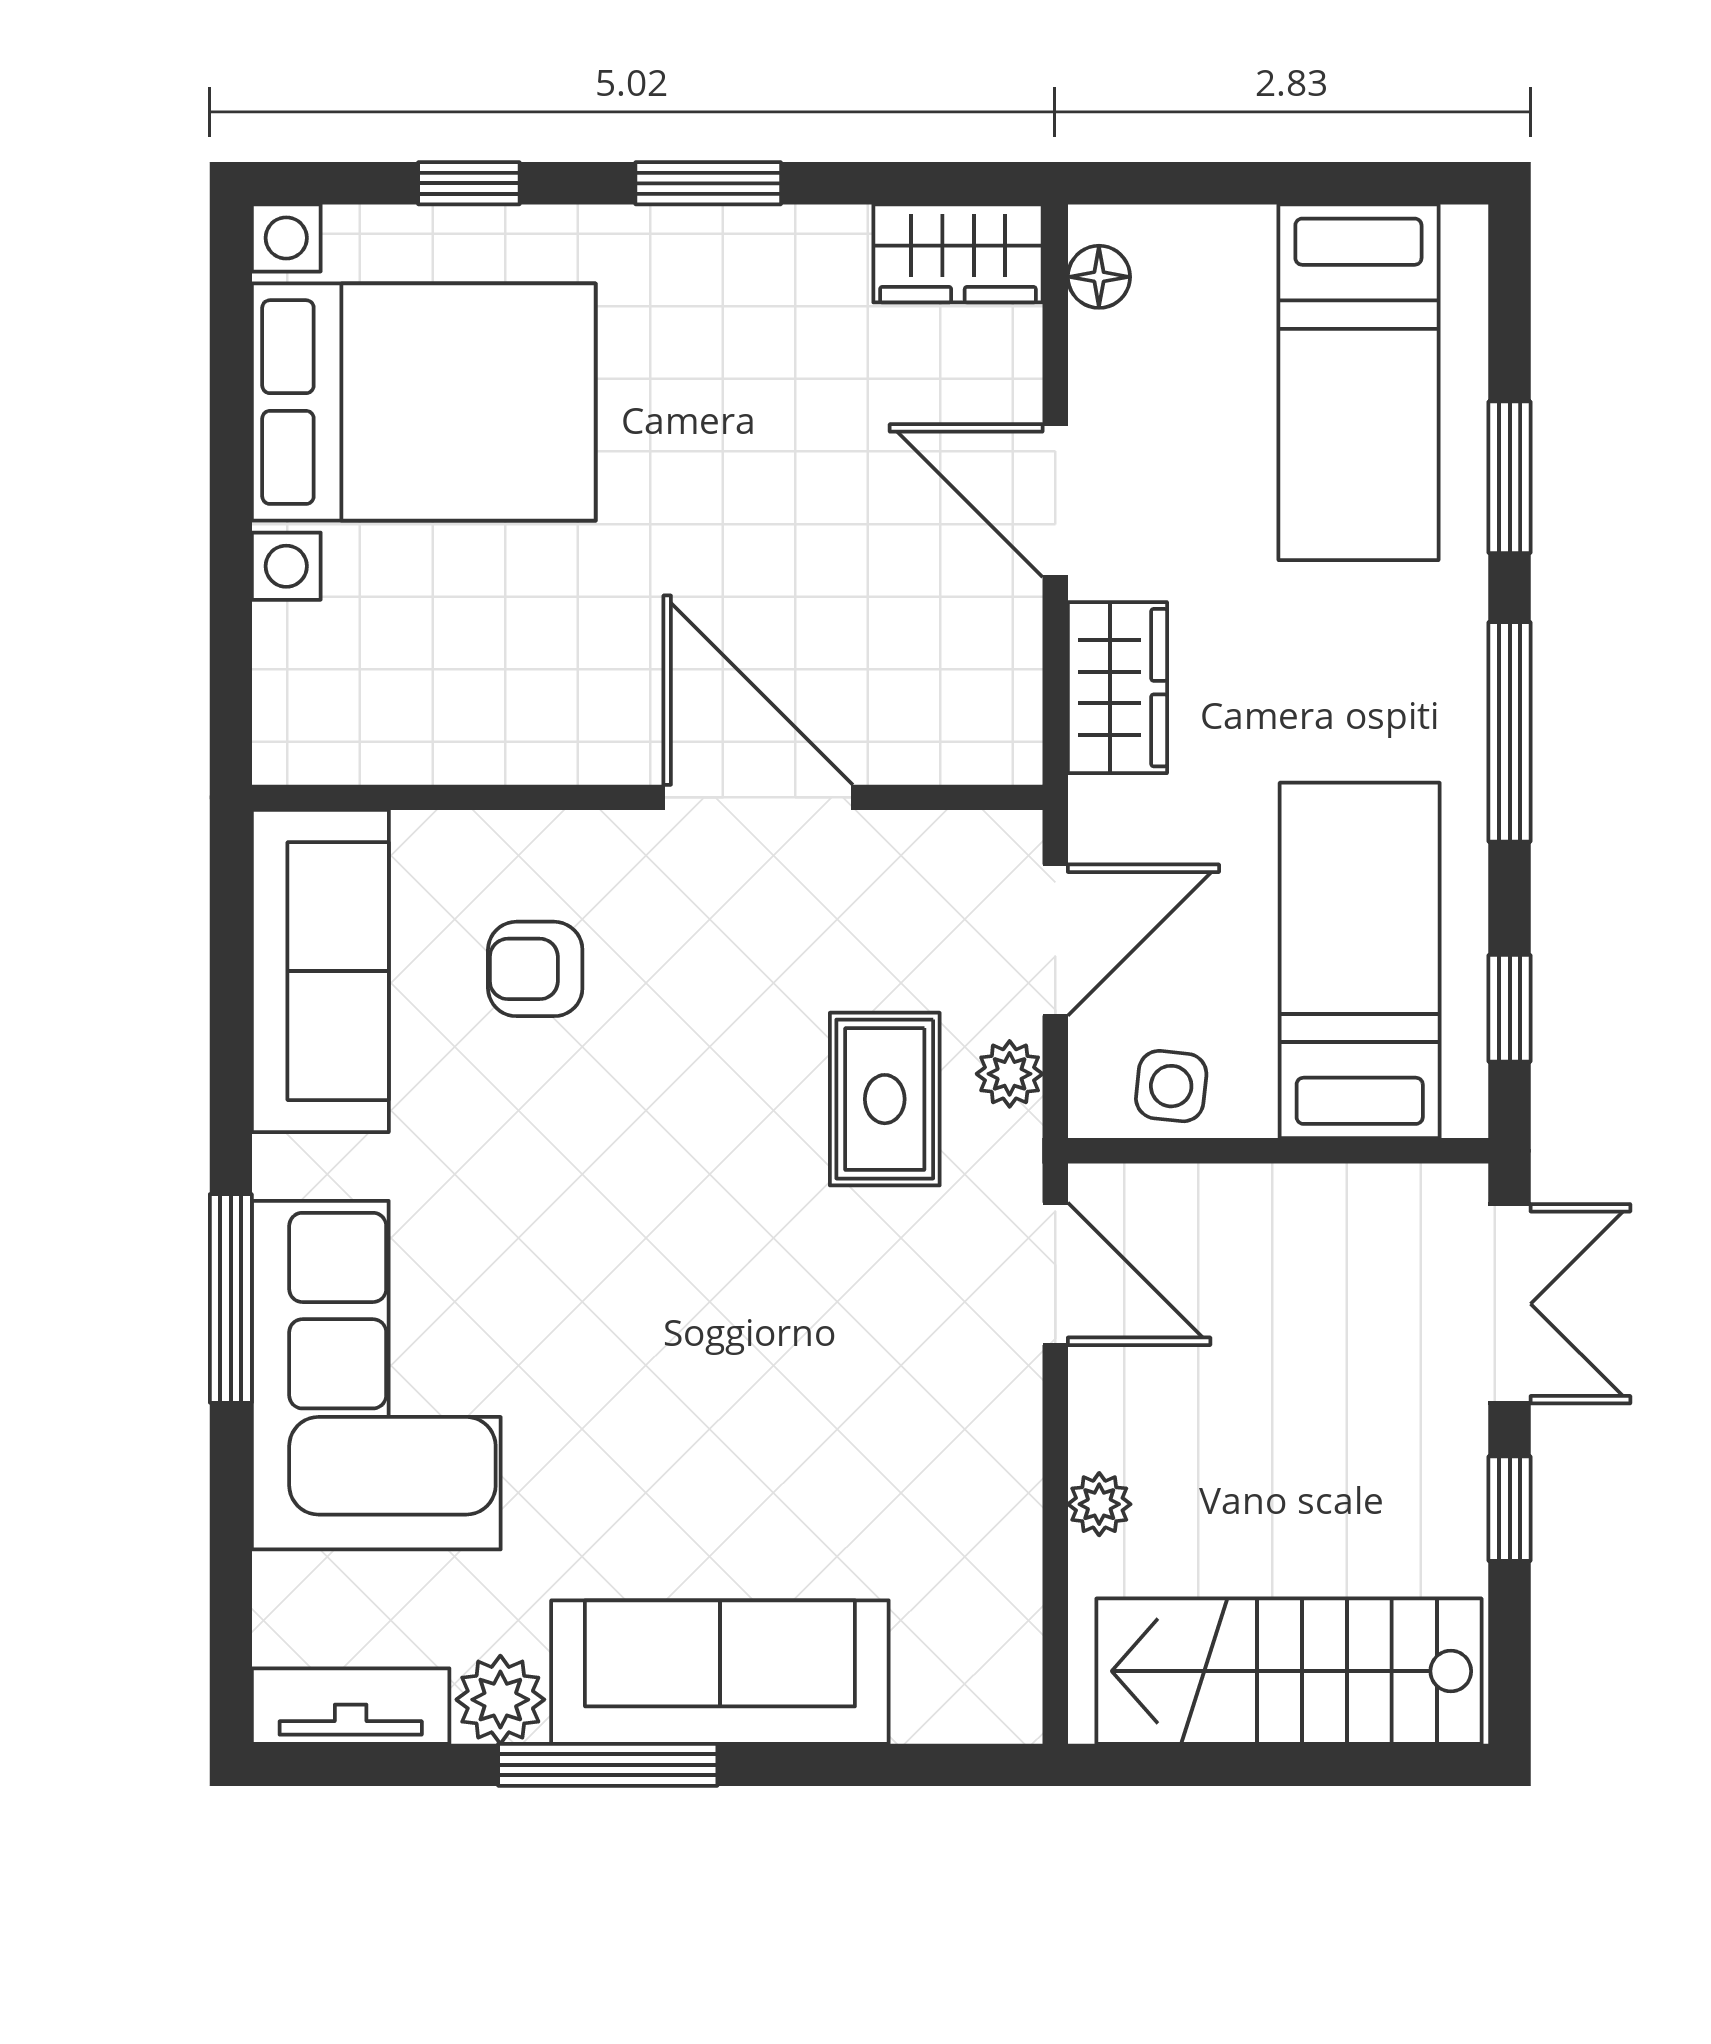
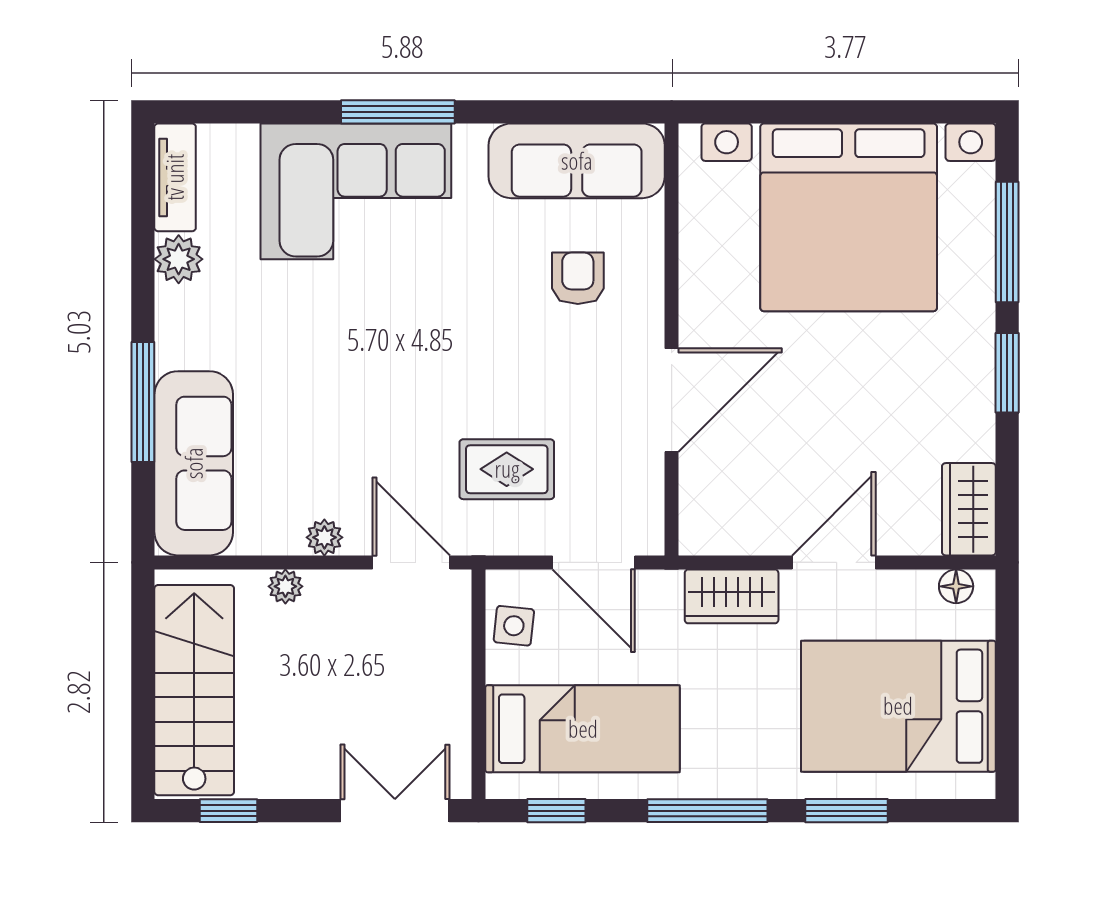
window: (469, 183) -> (1007, 242), width x2.17
bed: (1358, 382) -> (898, 706), width x1.50
bed with nightstands: (424, 402) -> (849, 217), width x1.36
plant: (1010, 1074) -> (324, 537), moved
door: (1055, 1274) -> (411, 562), swing flipped
double door: (1510, 1304) -> (395, 811), swing flipped
window: (1510, 1509) -> (228, 811), moved
sofa: (720, 1672) -> (194, 463), moved
window: (608, 1765) -> (143, 402), moved

